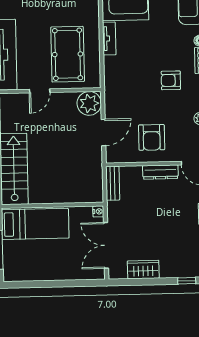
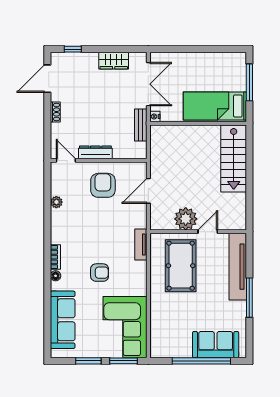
tv unit: (109, 39) -> (141, 245), moved
armchair: (171, 80) -> (100, 273), moved
plant: (89, 103) -> (186, 219), moved
bench: (113, 183) -> (141, 125), moved

